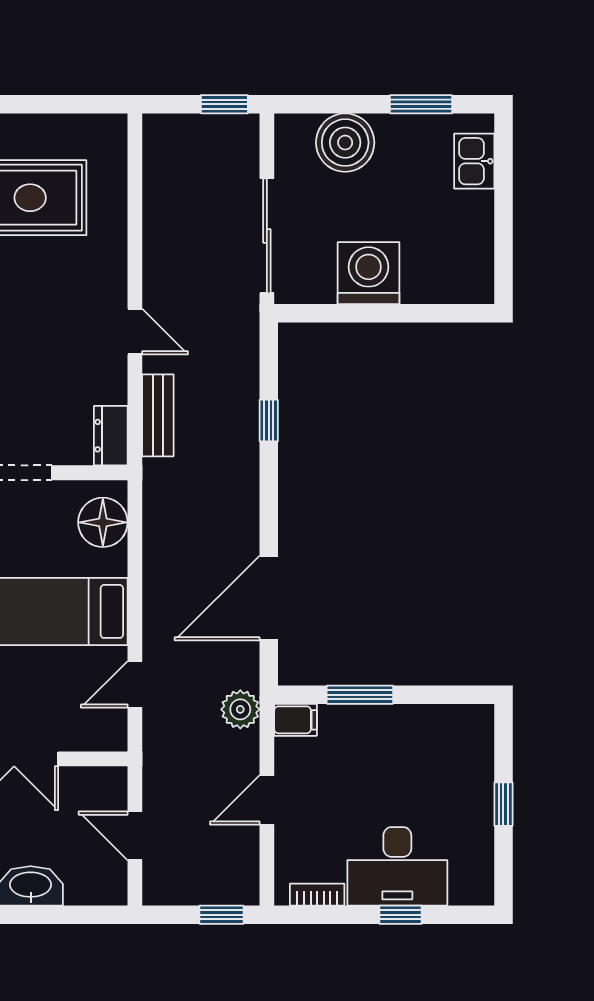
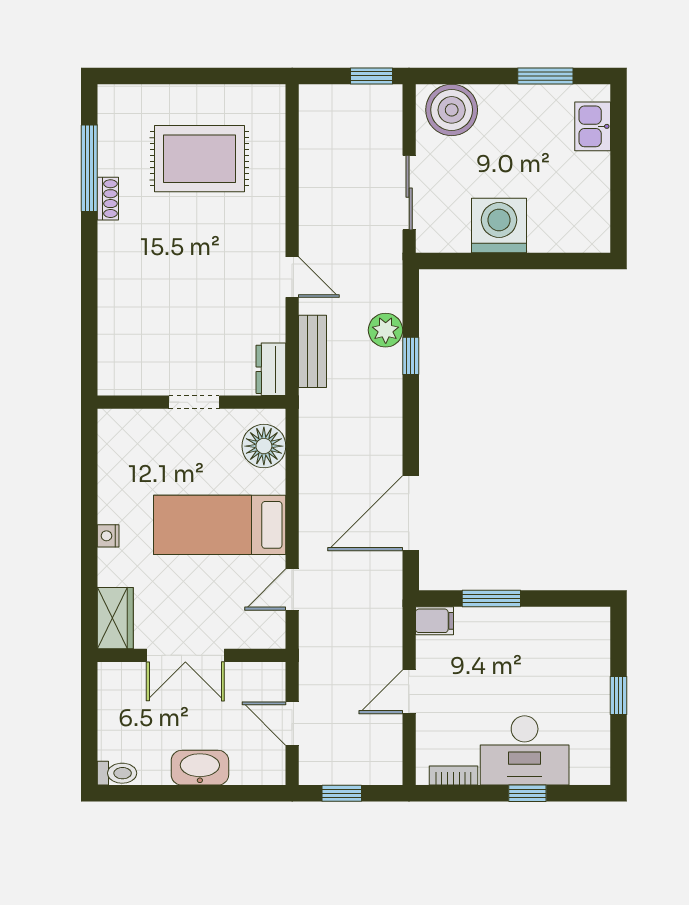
boiler: (345, 143) -> (452, 110), moved
sliding door: (267, 236) -> (409, 193), width x0.73
plant: (240, 709) -> (386, 330), moved
window: (222, 915) -> (342, 793), moved

